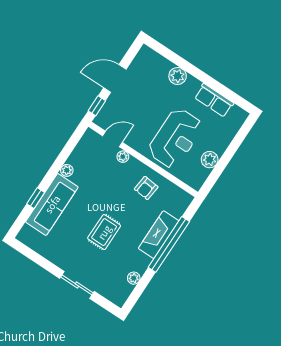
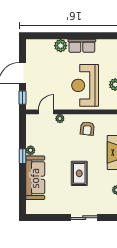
row of seats: (214, 100) -> (82, 46), moved
reception desk: (175, 138) -> (85, 85), turned 180
window: (36, 198) -> (23, 156), moved

